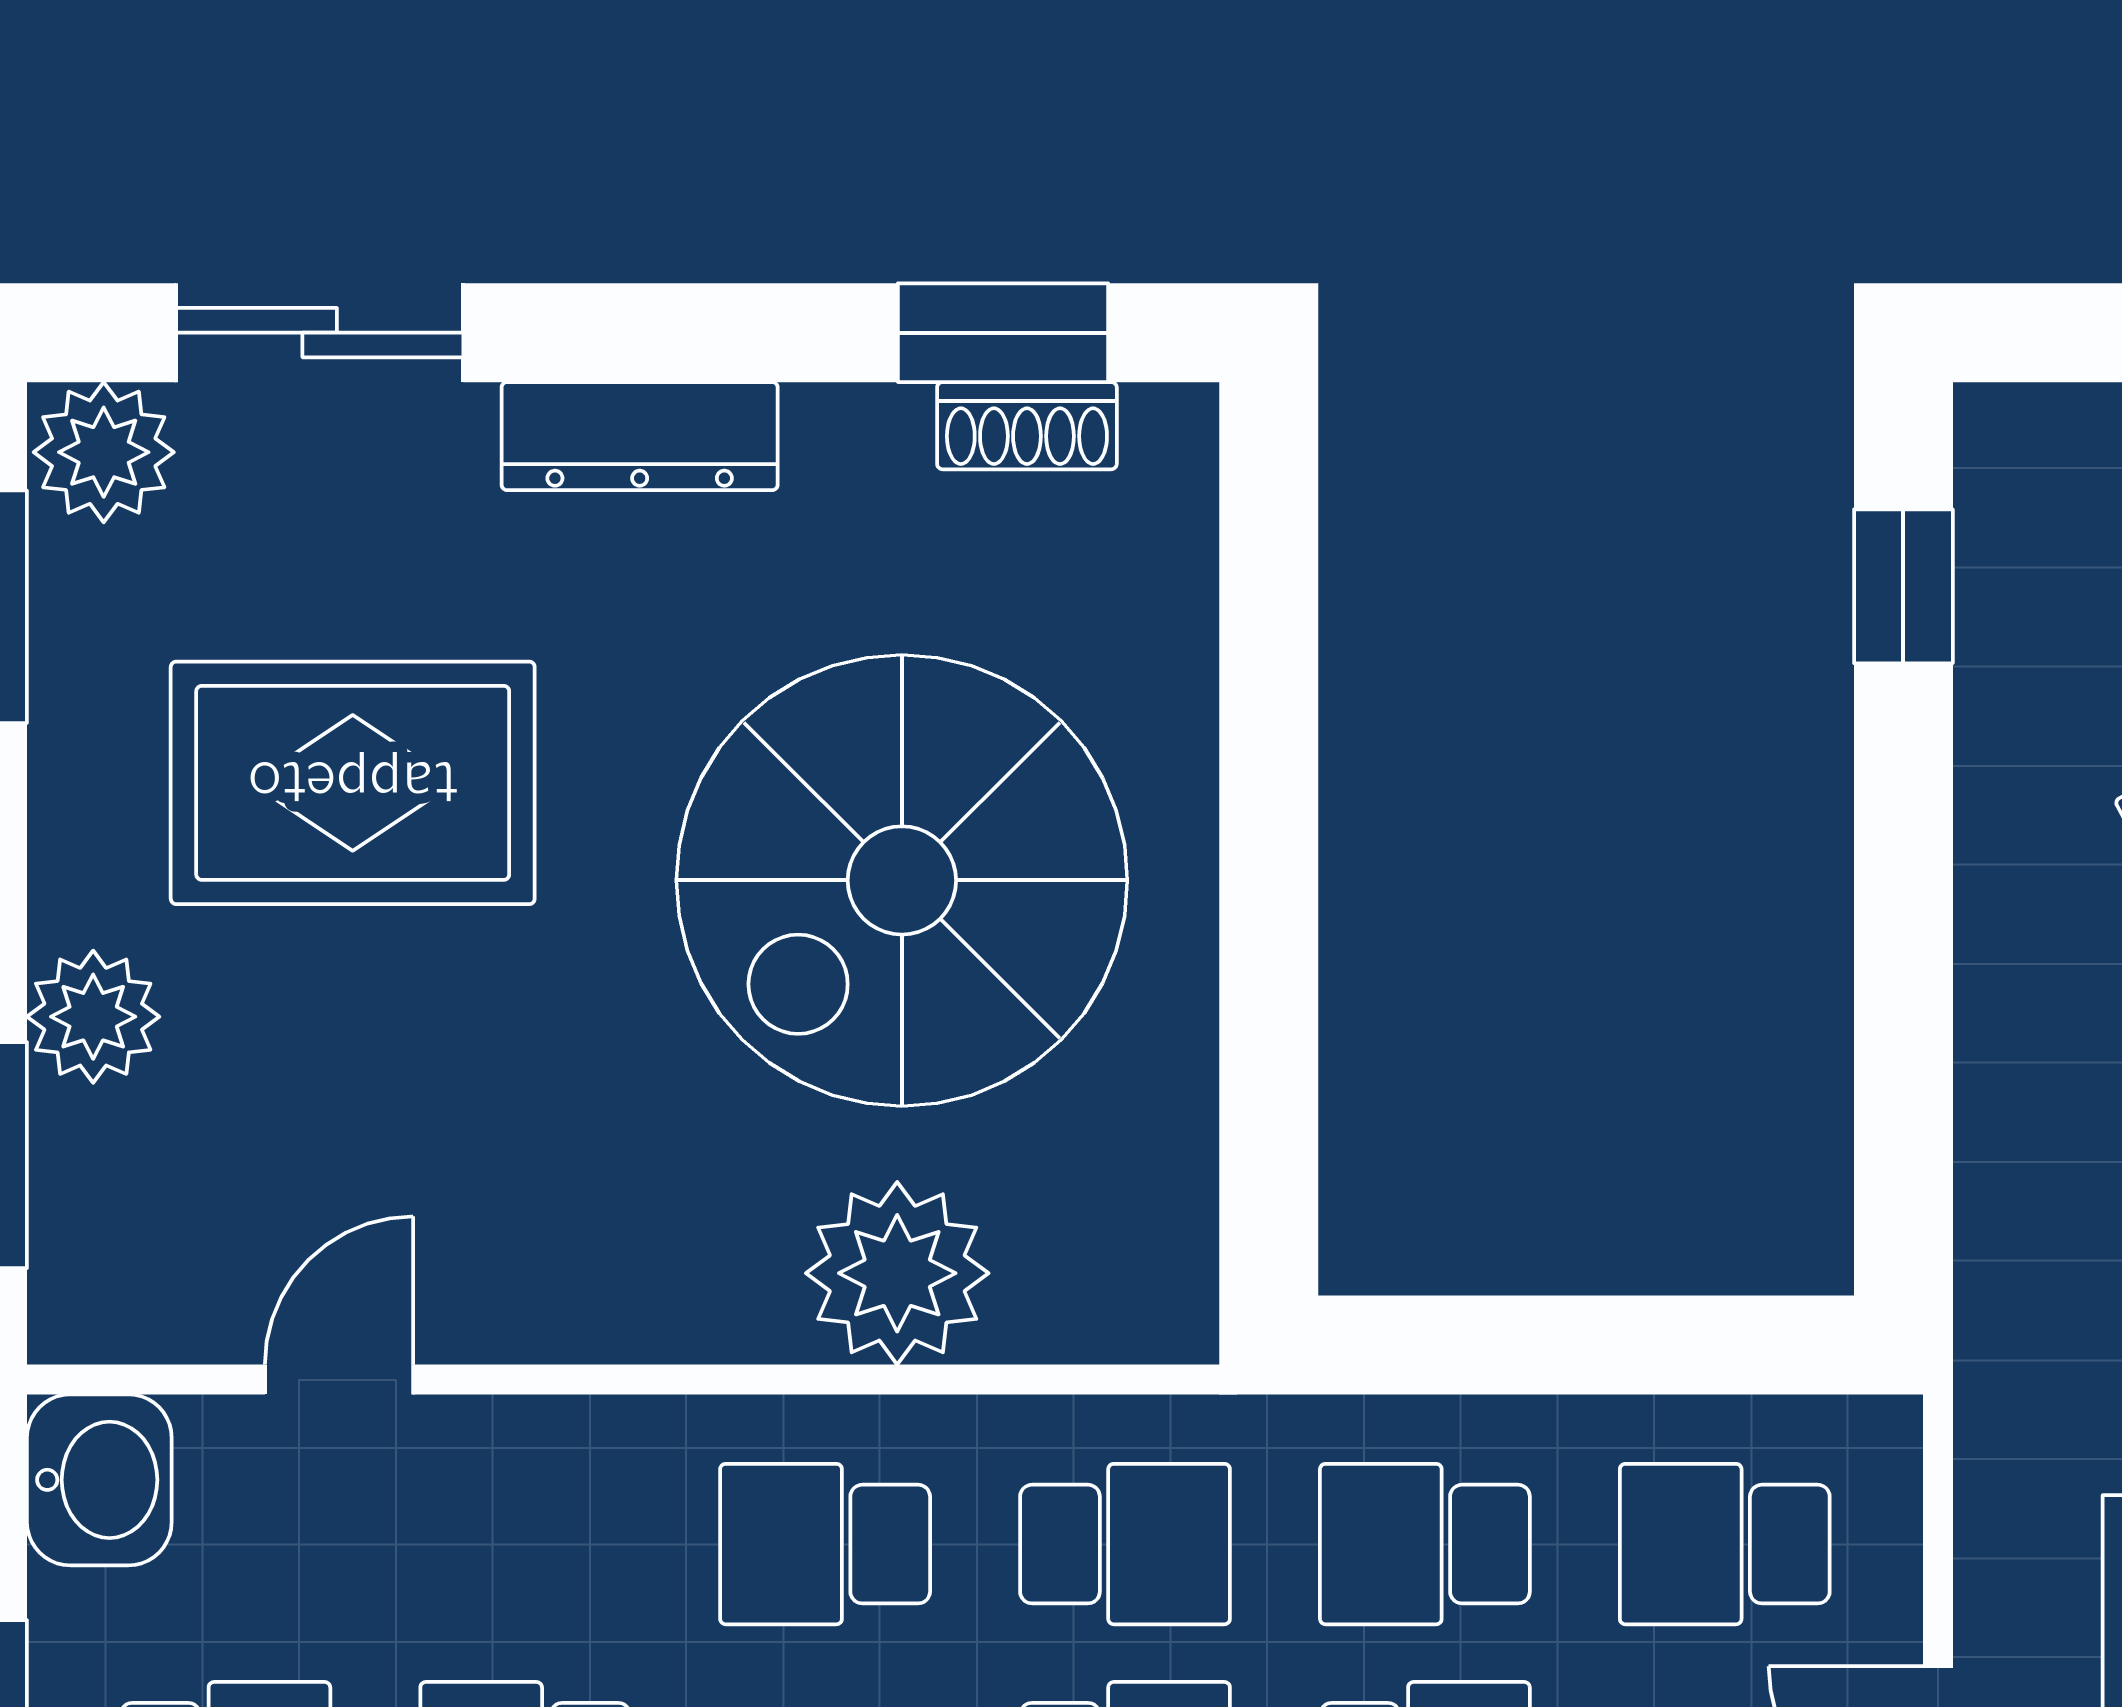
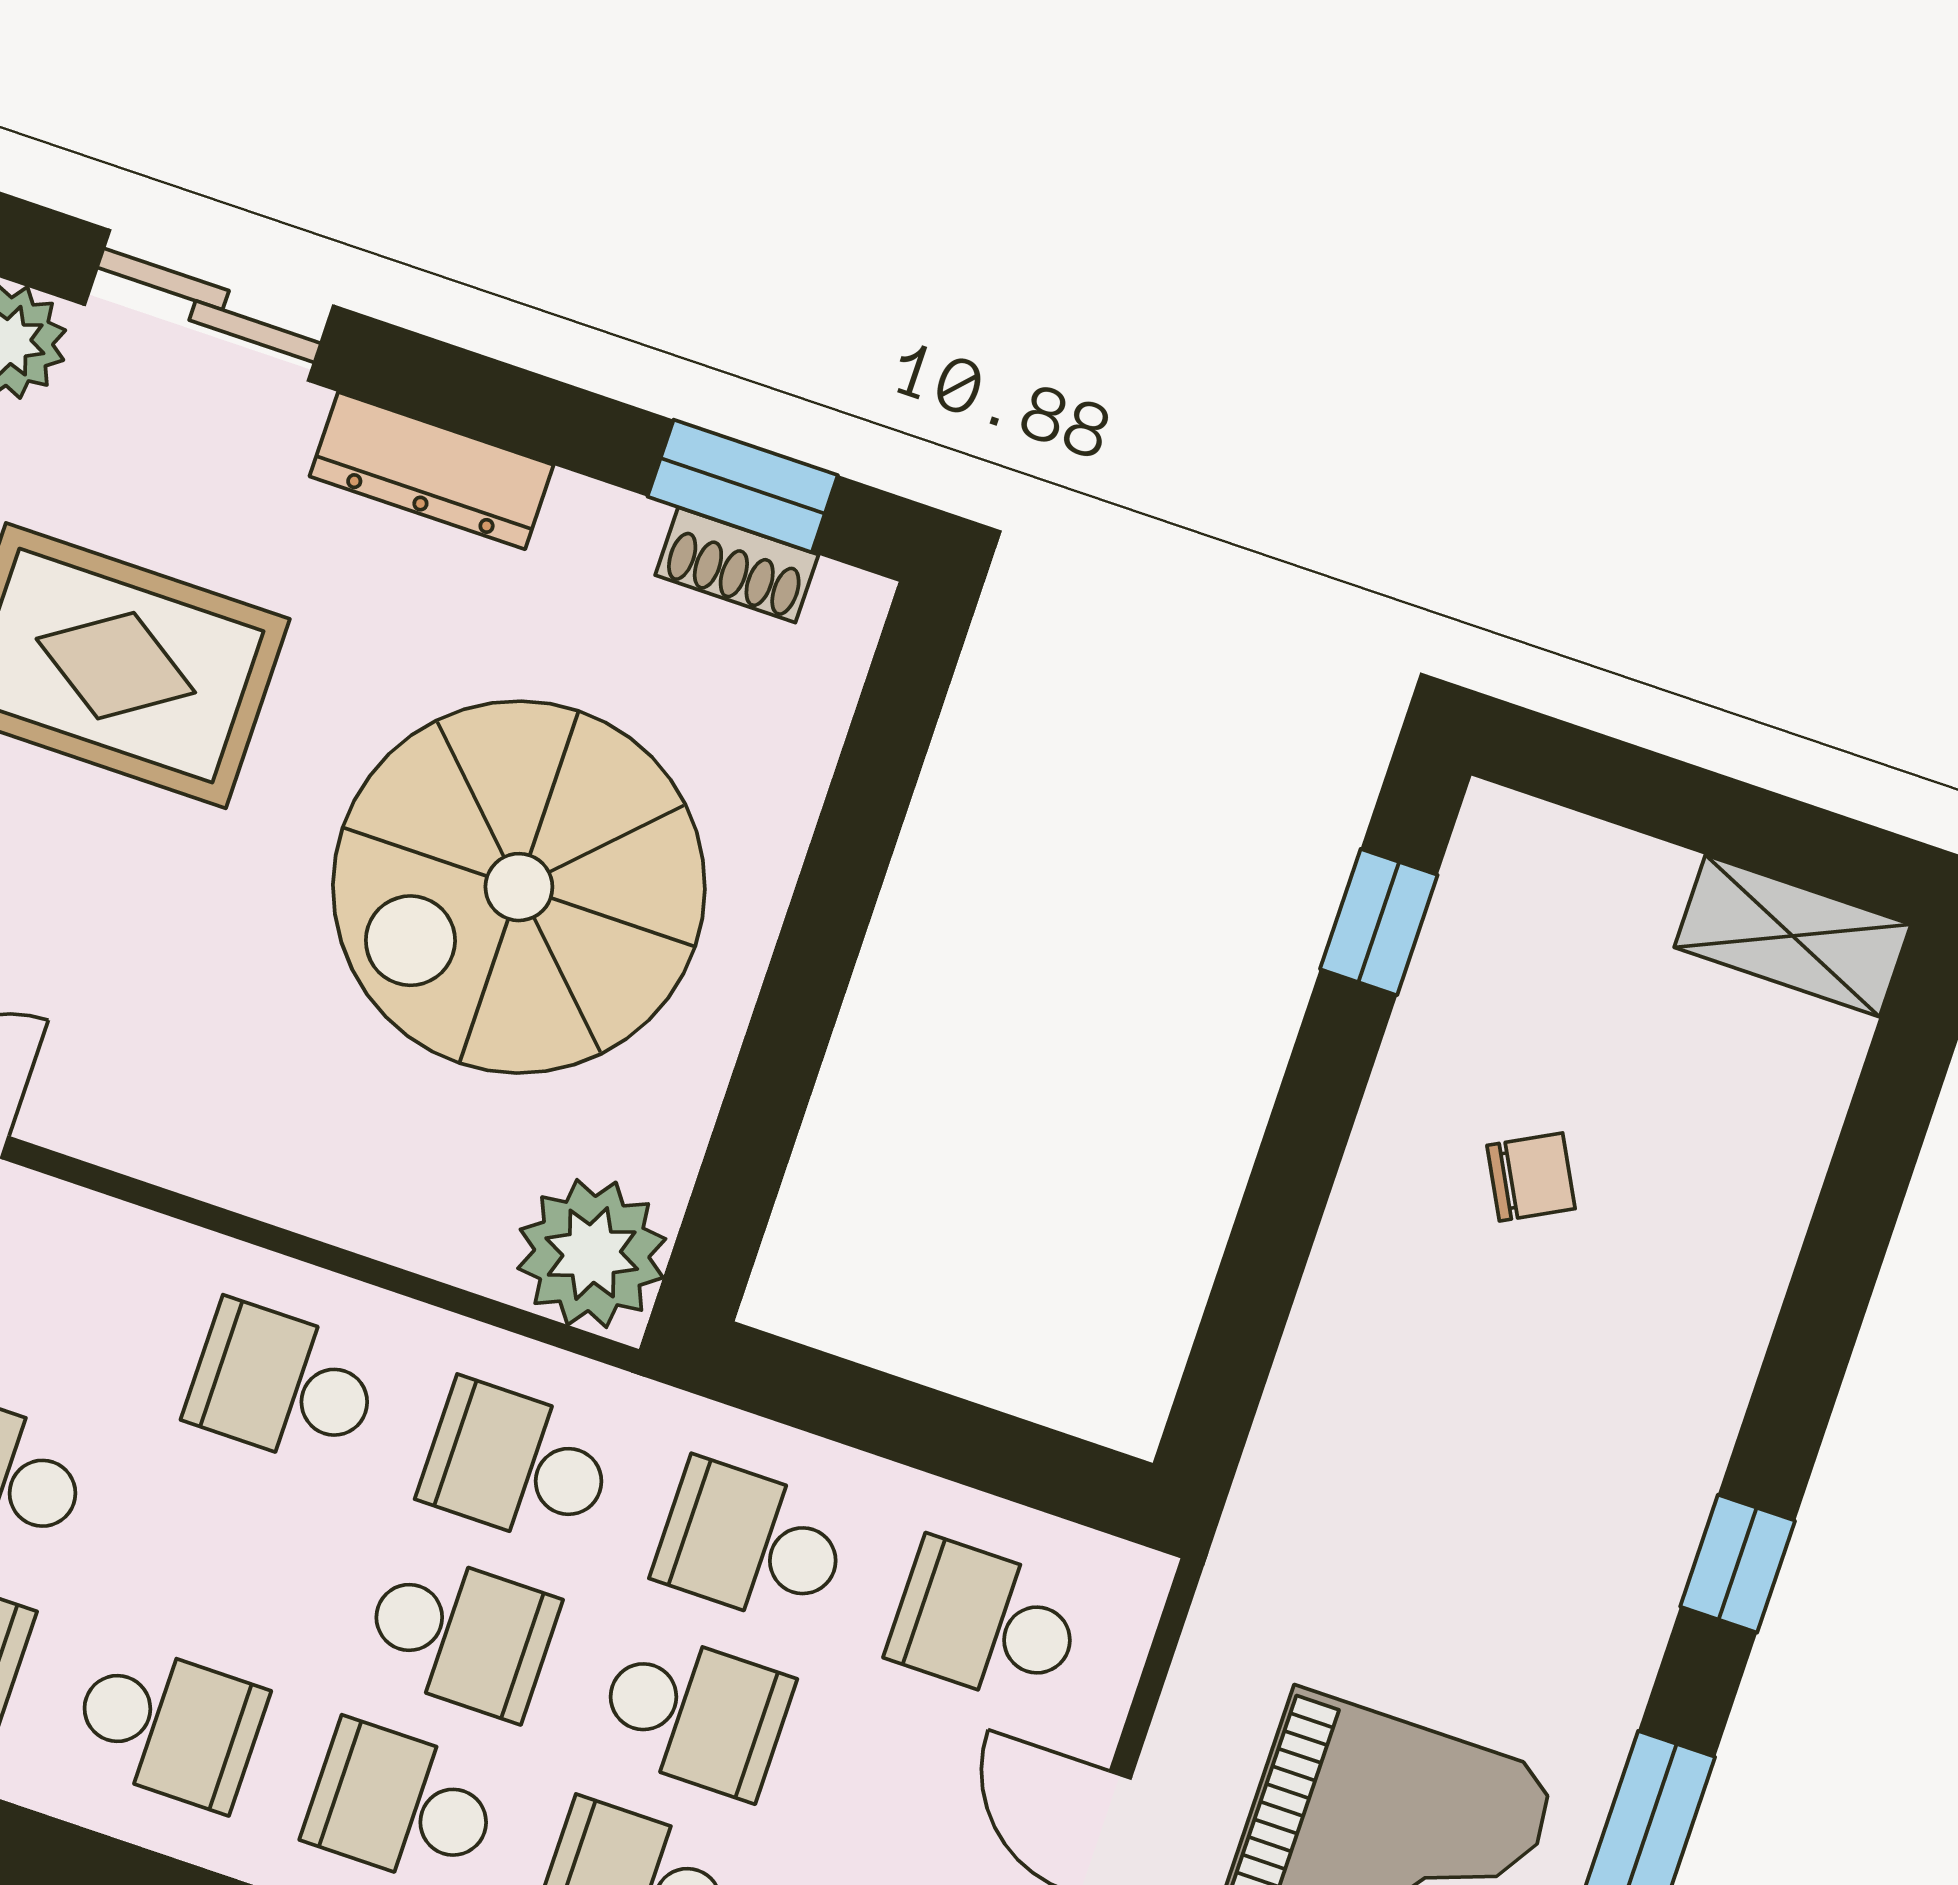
plant: (897, 1273) -> (592, 1254), moved
school desk: (1125, 1544) -> (518, 1464), turned 180

